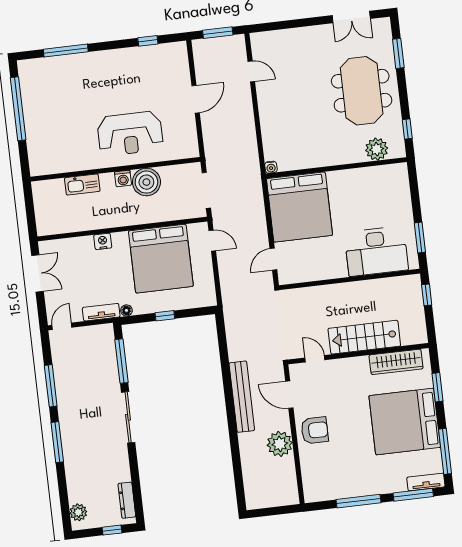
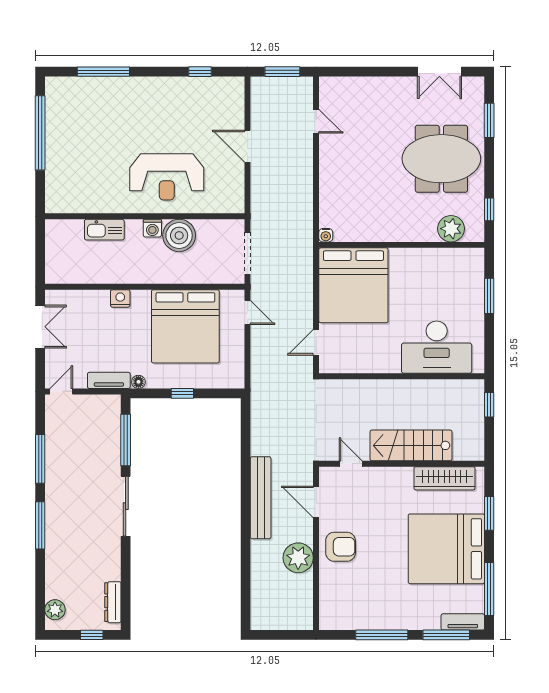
meeting table: (362, 91) -> (441, 159), turned 90
door: (196, 99) -> (248, 146), swing flipped
window: (420, 237) -> (489, 296), moved

